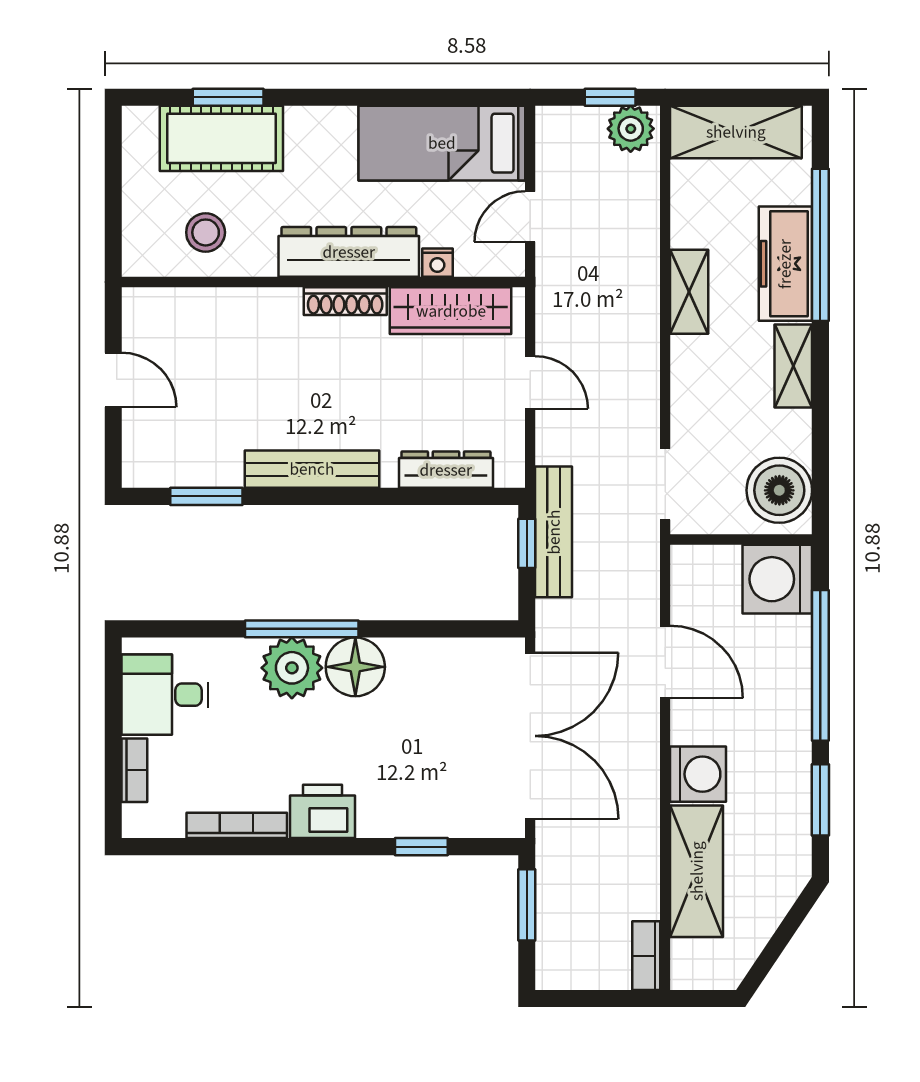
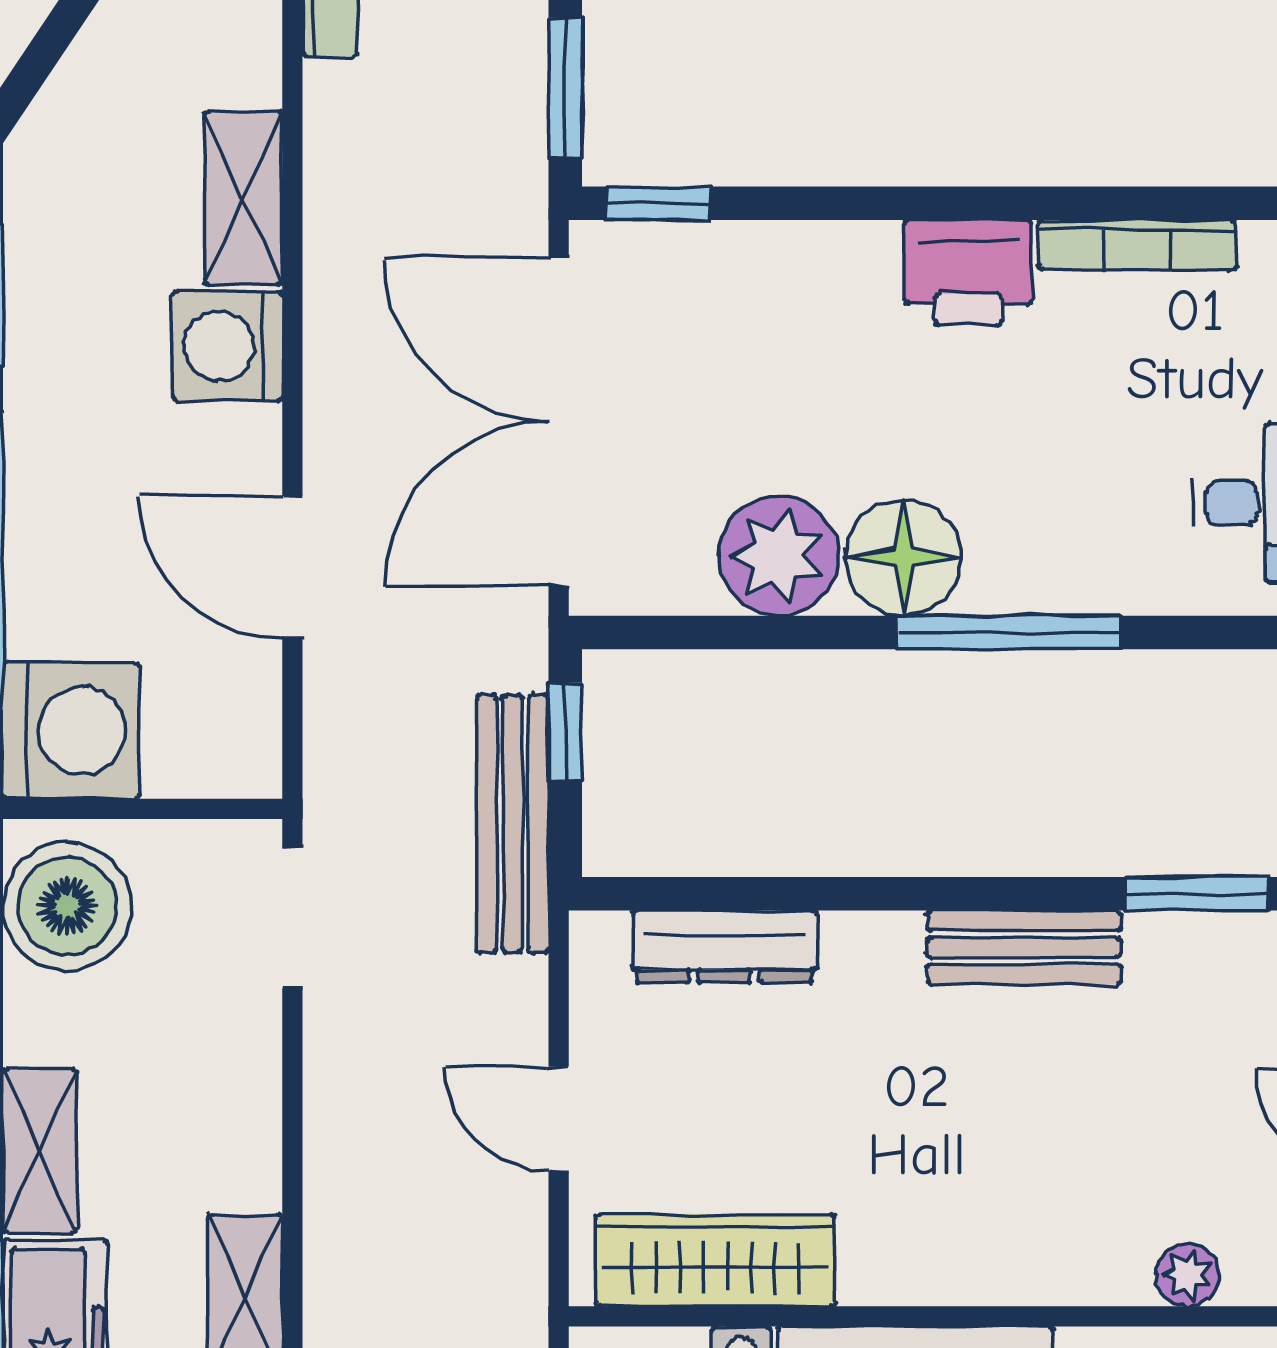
shoe rack: (345, 301) -> (923, 1279), removed
plant: (211, 303) -> (1188, 1275), added
bench: (312, 469) -> (1024, 947), width x0.73
window: (527, 543) -> (565, 732), moved
plant: (292, 668) -> (778, 556), moved
window: (421, 847) -> (659, 203), moved
shelving: (697, 871) -> (243, 198), width x0.67, depth x0.75

